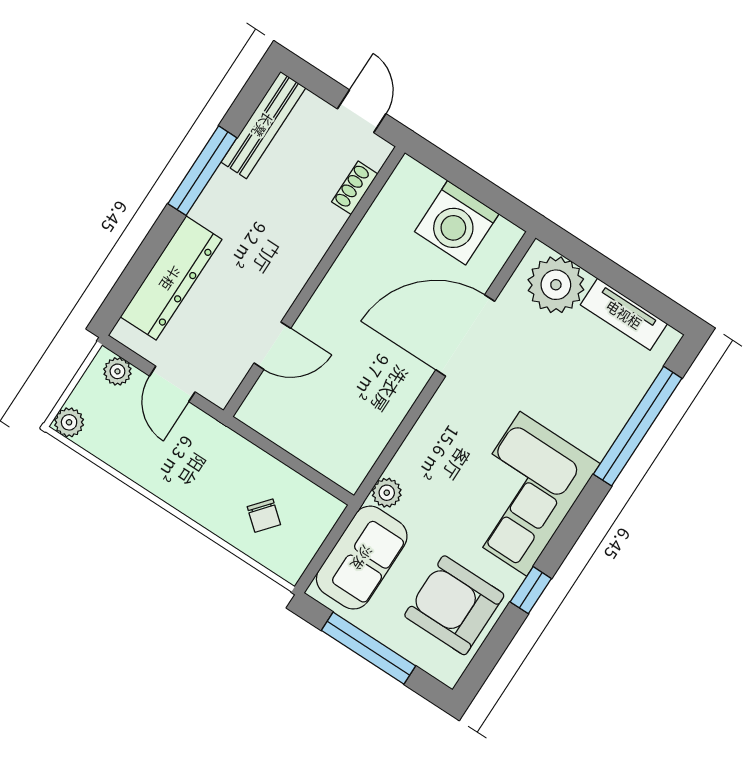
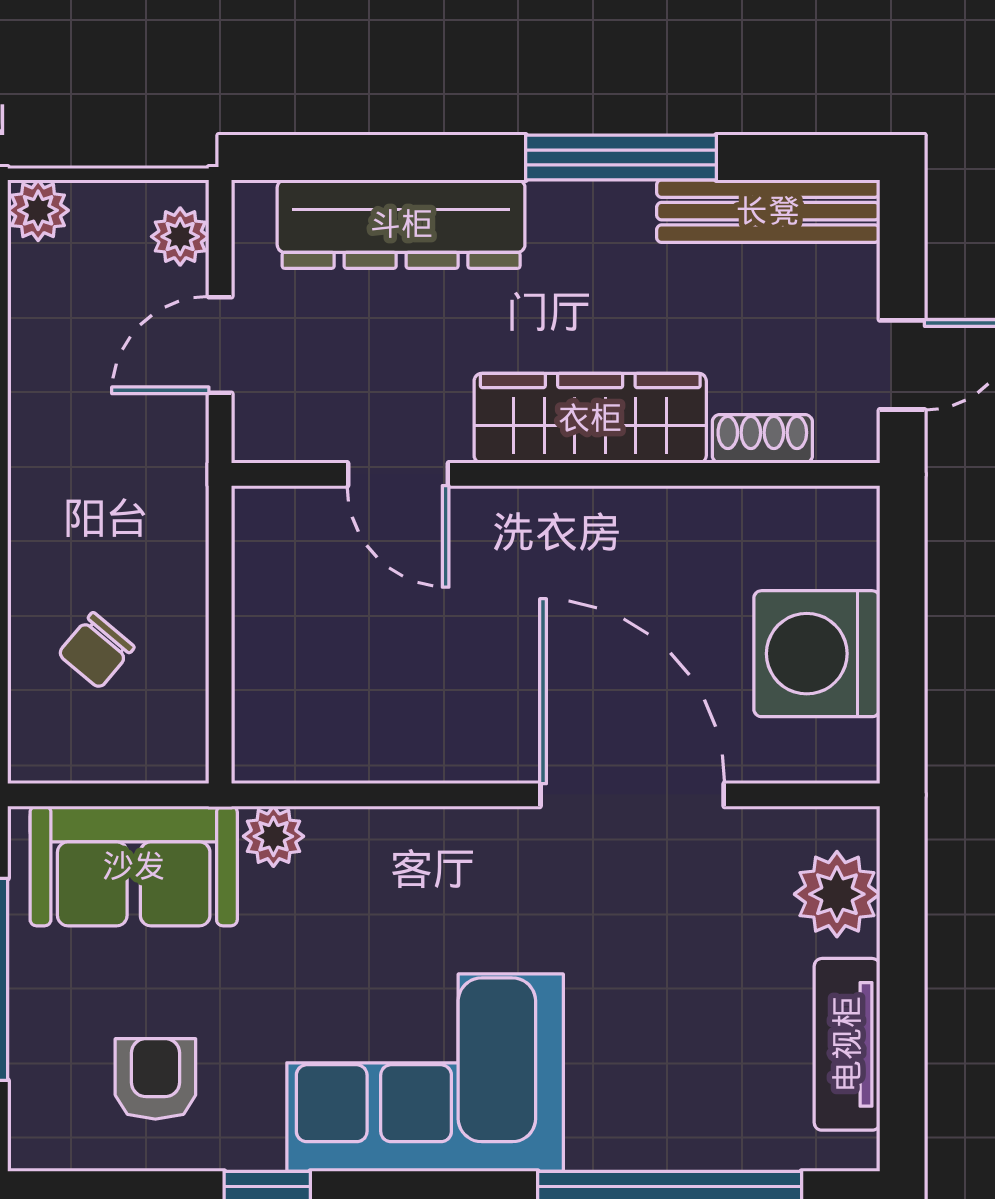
wardrobe: (301, 253) -> (590, 418), added
plant: (556, 285) -> (837, 894), width x0.73, depth x0.73
armchair: (454, 605) -> (155, 1079), width x0.53, depth x0.53

